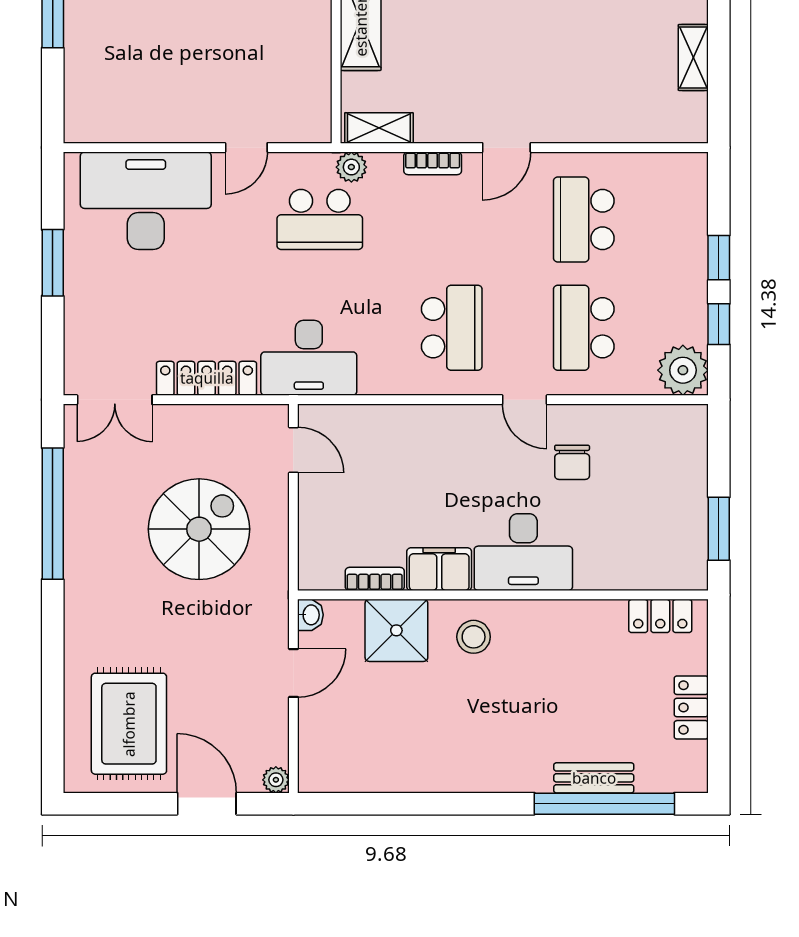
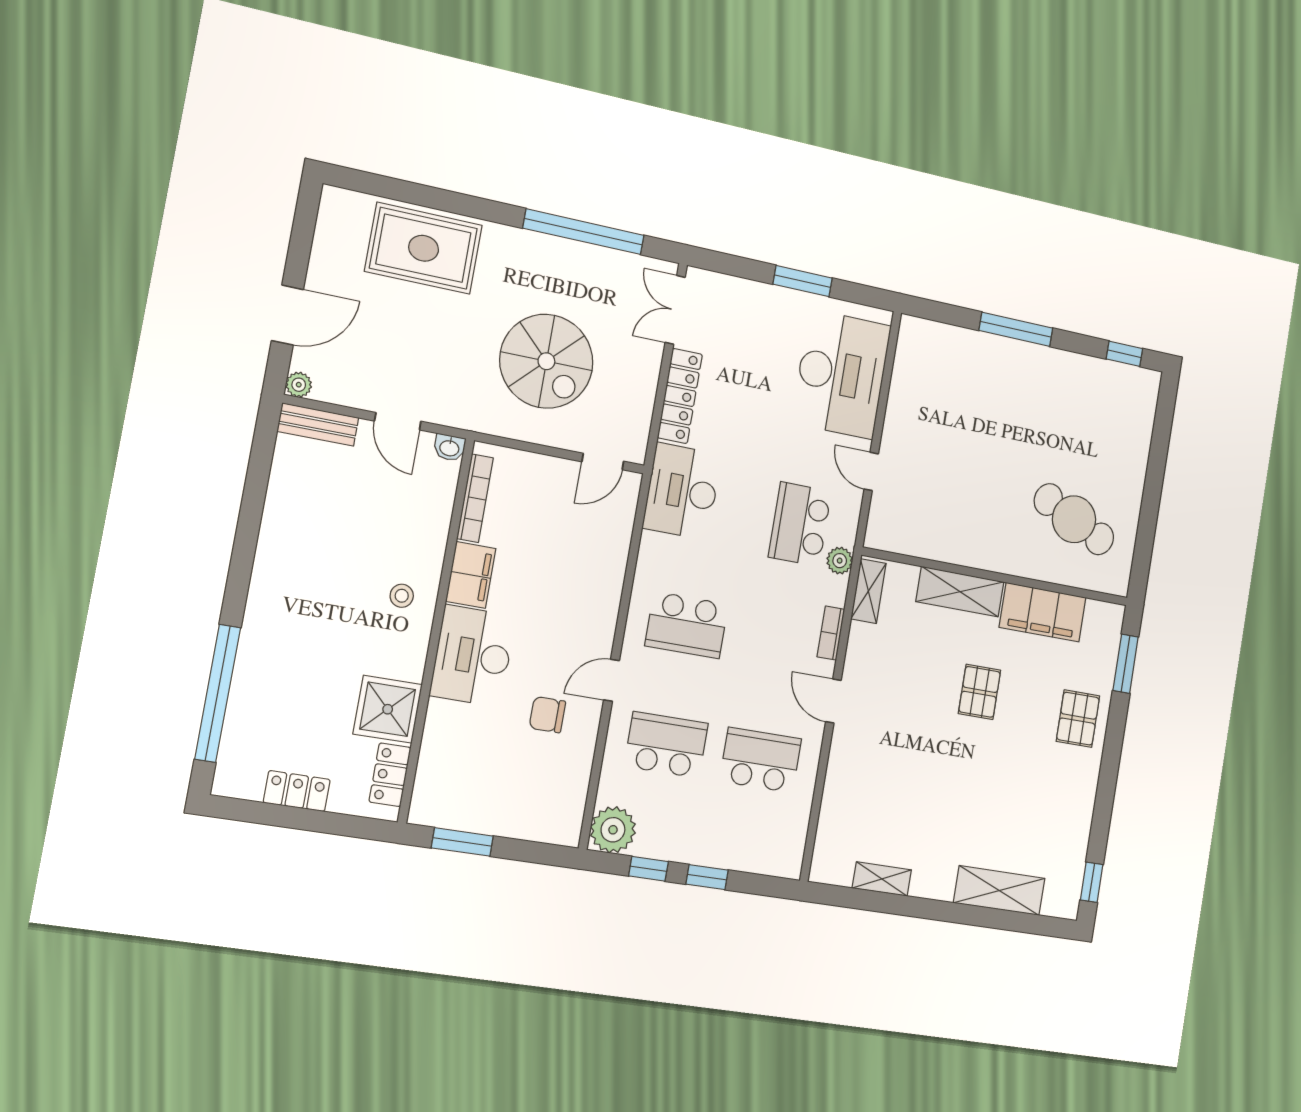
bookcase: (375, 579) -> (475, 498), width x1.56
shower: (396, 630) -> (388, 709), moved
stool: (474, 637) -> (402, 596), width x0.73, depth x0.73
rug: (129, 724) -> (424, 248), moved
bench: (594, 778) -> (318, 425), moved, turned 90

